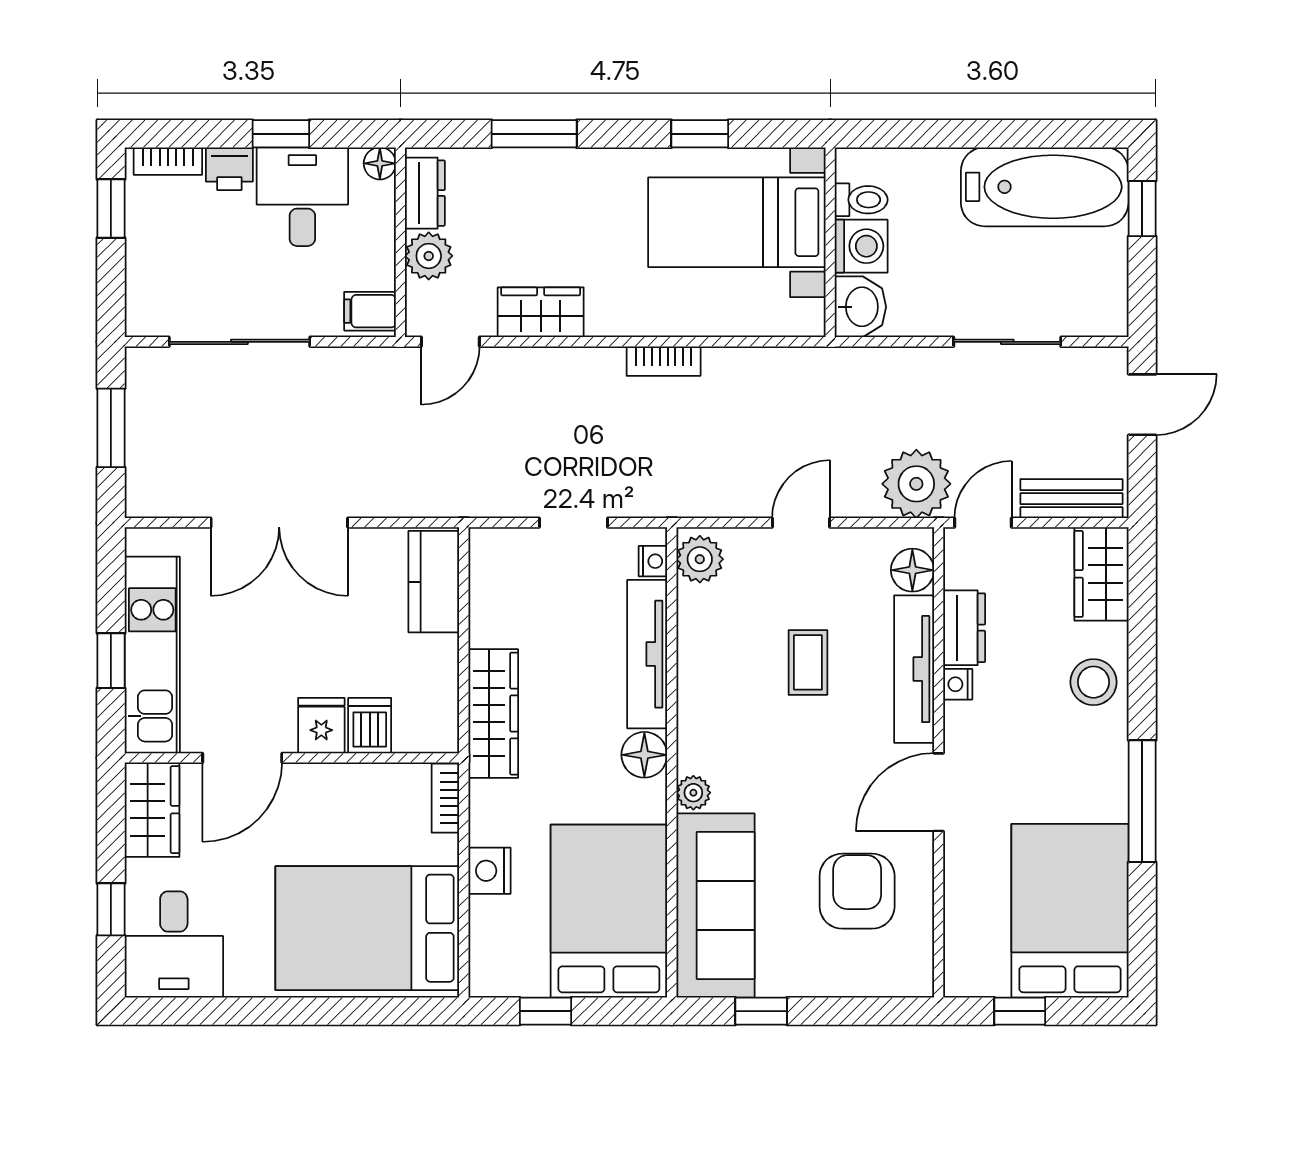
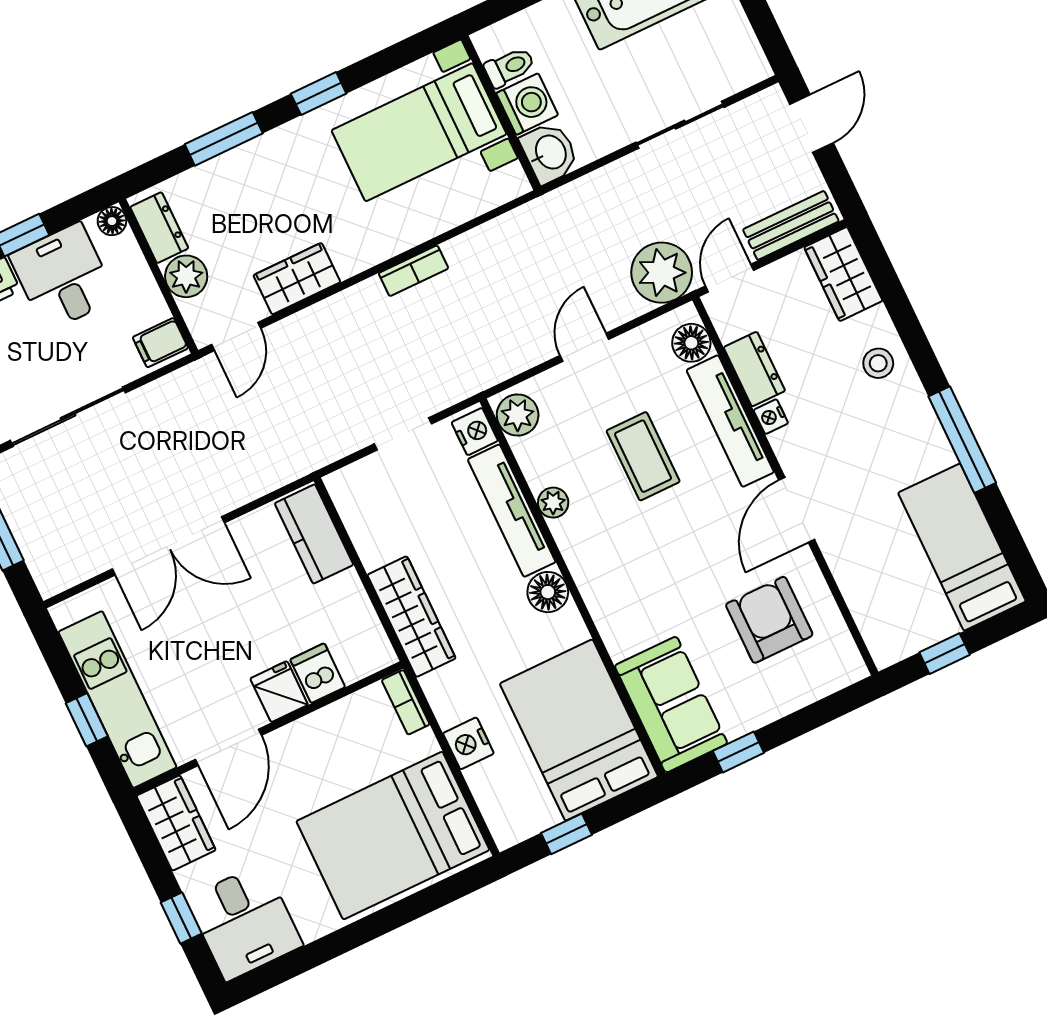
window: (700, 134) -> (319, 94), moved
nightstand: (653, 561) -> (475, 432), width x1.39, depth x1.35
coffee table: (808, 662) -> (643, 456), width x1.36, depth x1.30
stool: (1094, 682) -> (878, 363), width x0.73, depth x0.73
plant: (693, 793) -> (553, 503), moved
sofa: (715, 905) -> (671, 705), width x0.73
bed: (1070, 911) -> (962, 547), width x0.67

